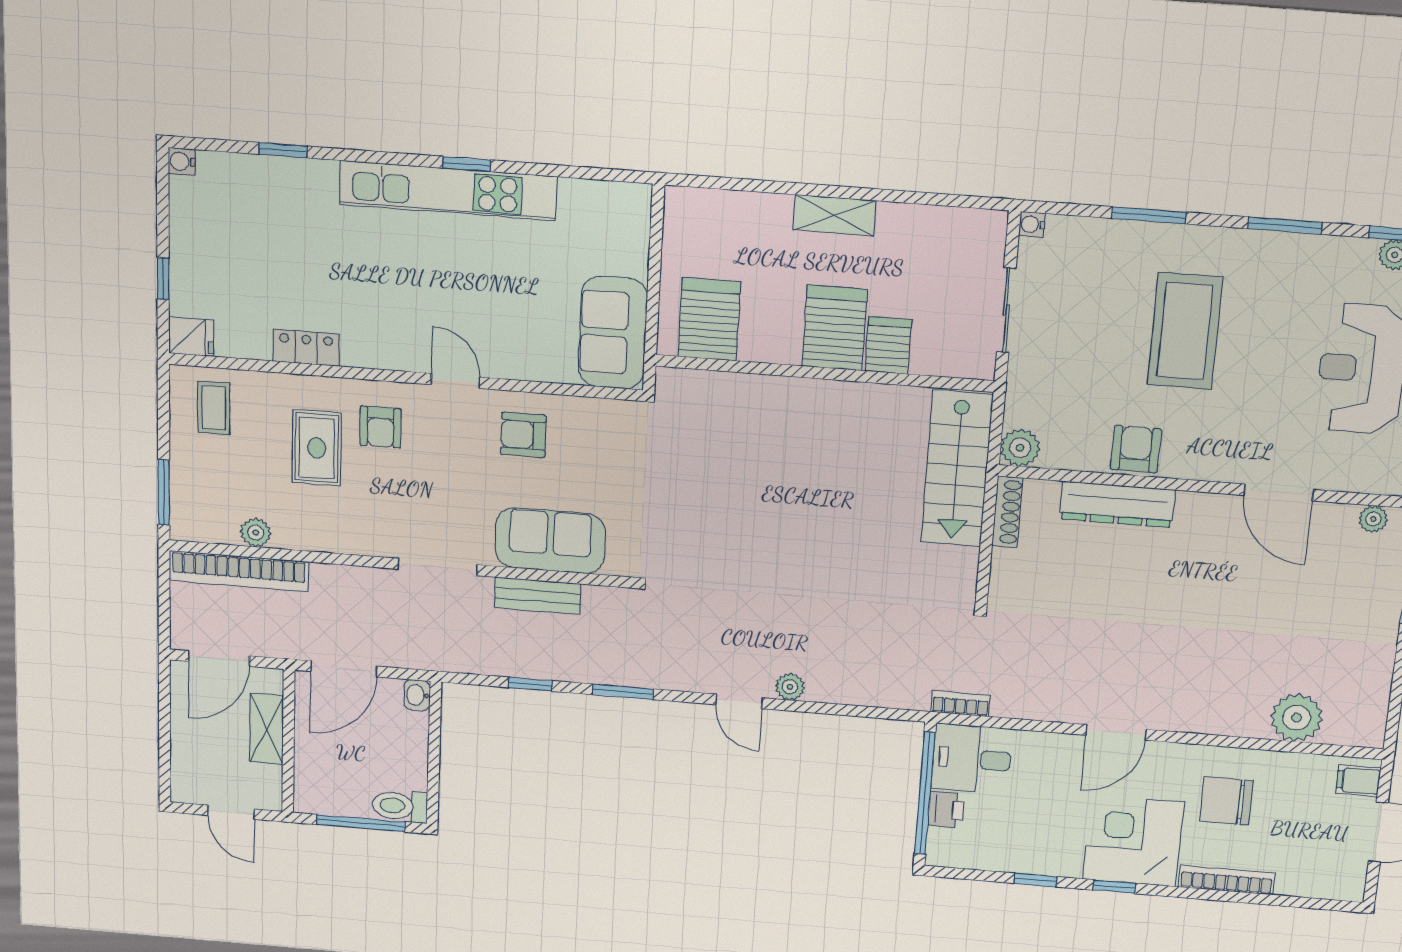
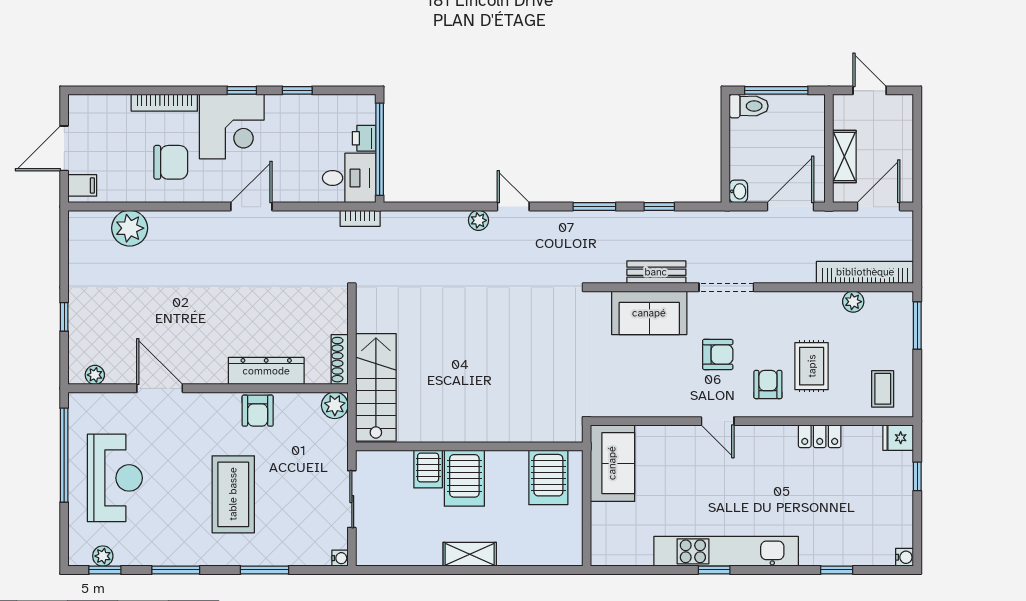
armchair: (523, 435) -> (718, 354), moved

